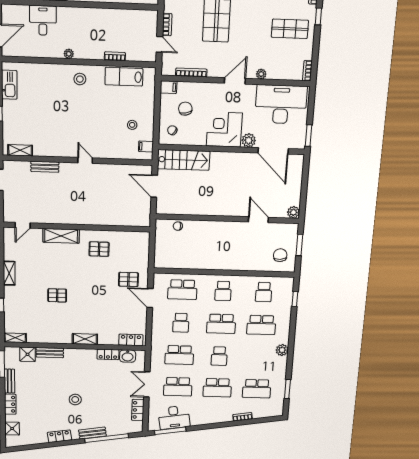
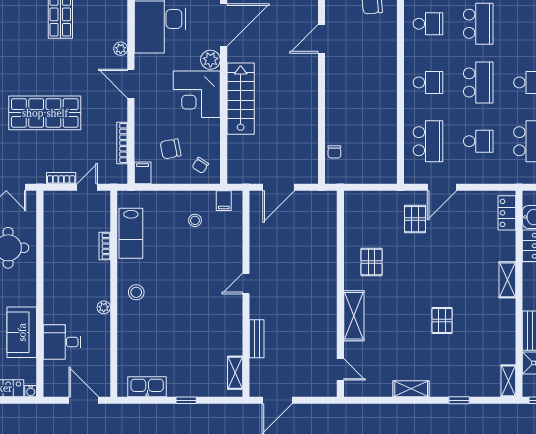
stairs: (184, 160) -> (241, 99), moved

